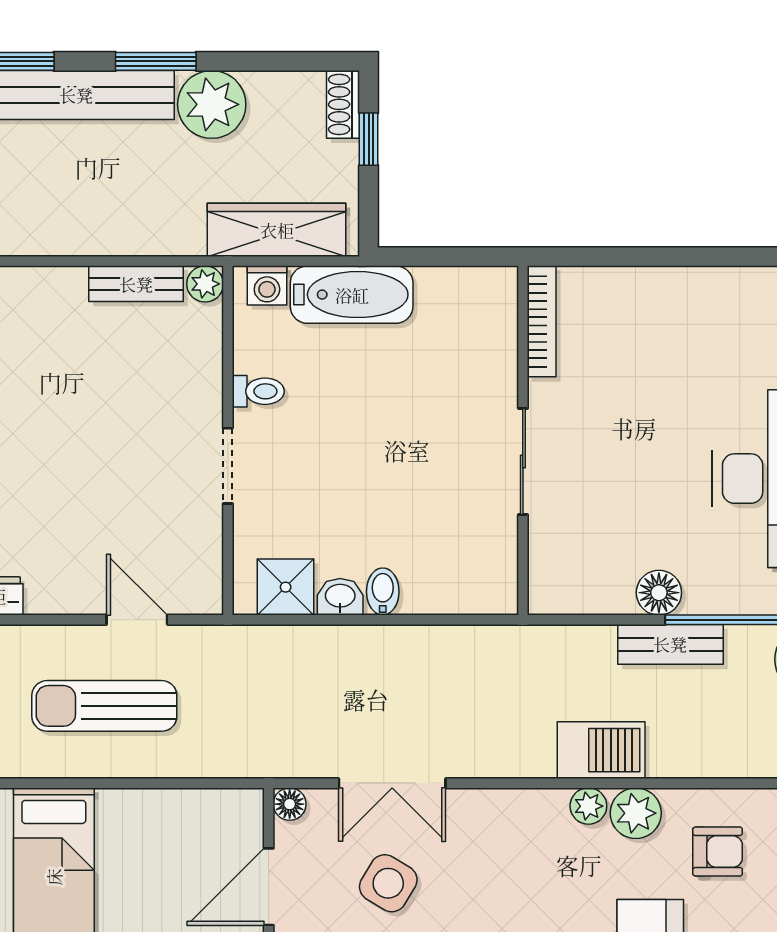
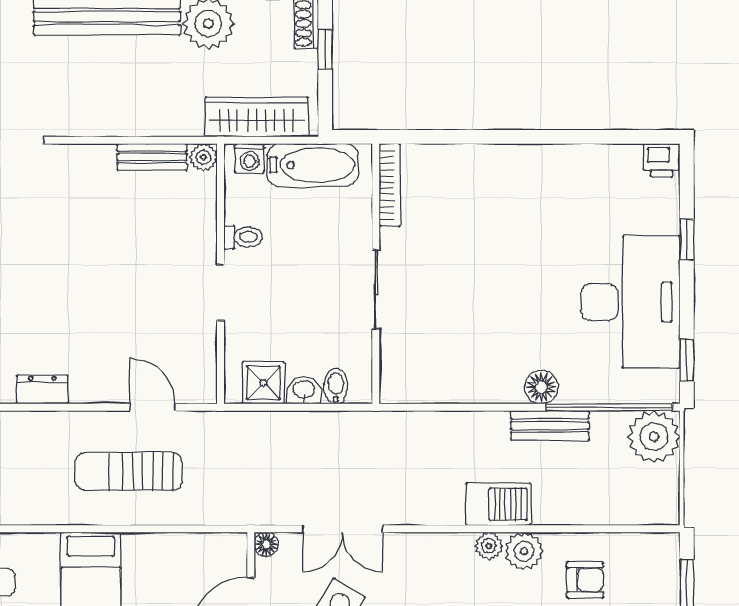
bookcase: (542, 321) -> (390, 185), moved
wall: (523, 440) -> (376, 274), moved
sliding door: (523, 461) -> (376, 289), moved

